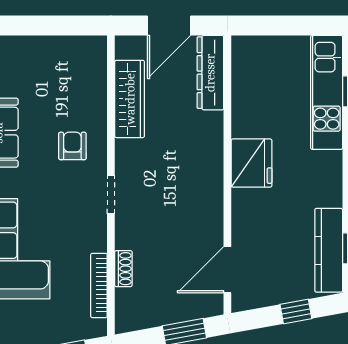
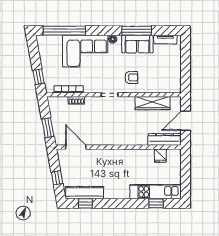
door: (169, 26) -> (186, 121), hinge flipped
fridge: (252, 163) -> (160, 156), moved, width x0.53, depth x0.75

